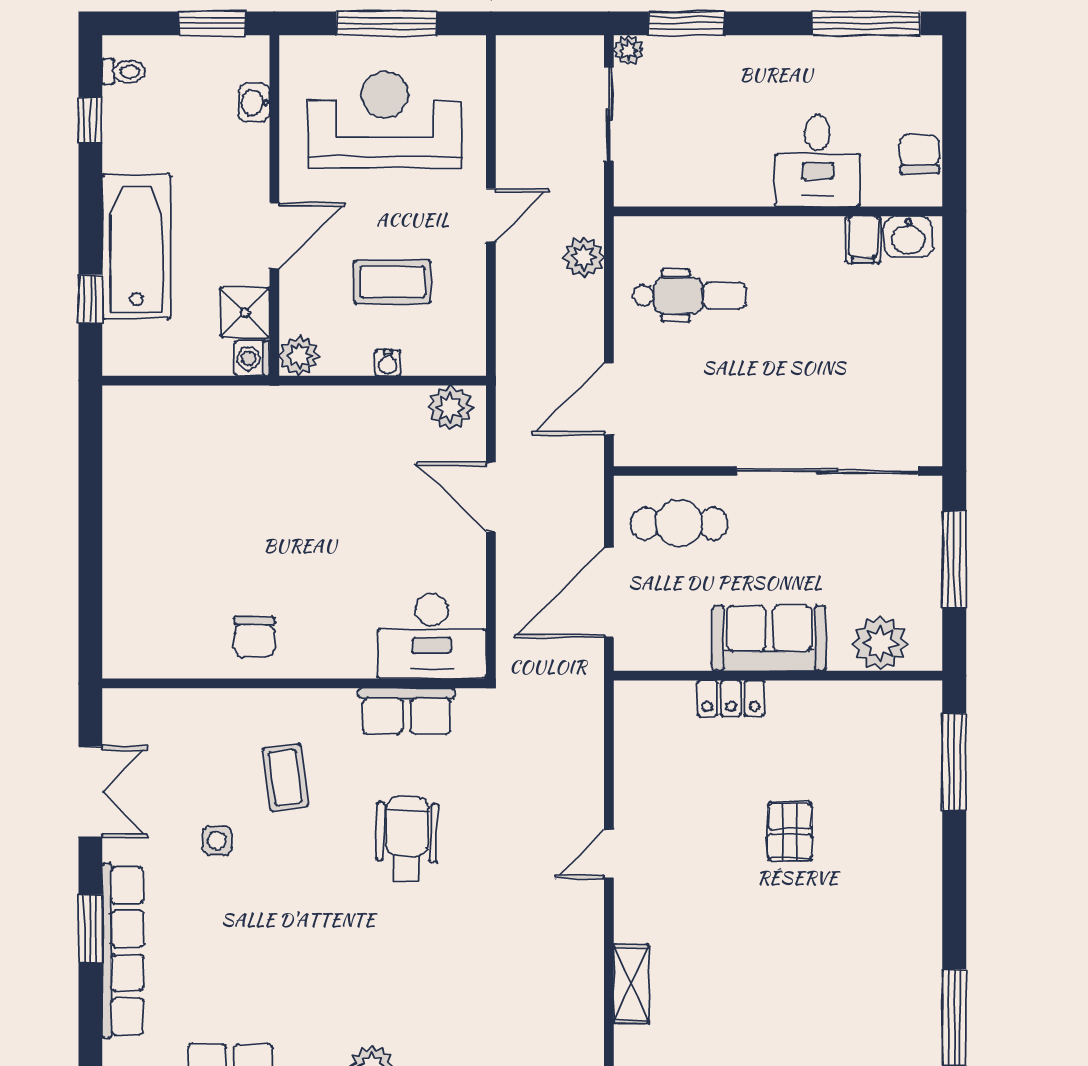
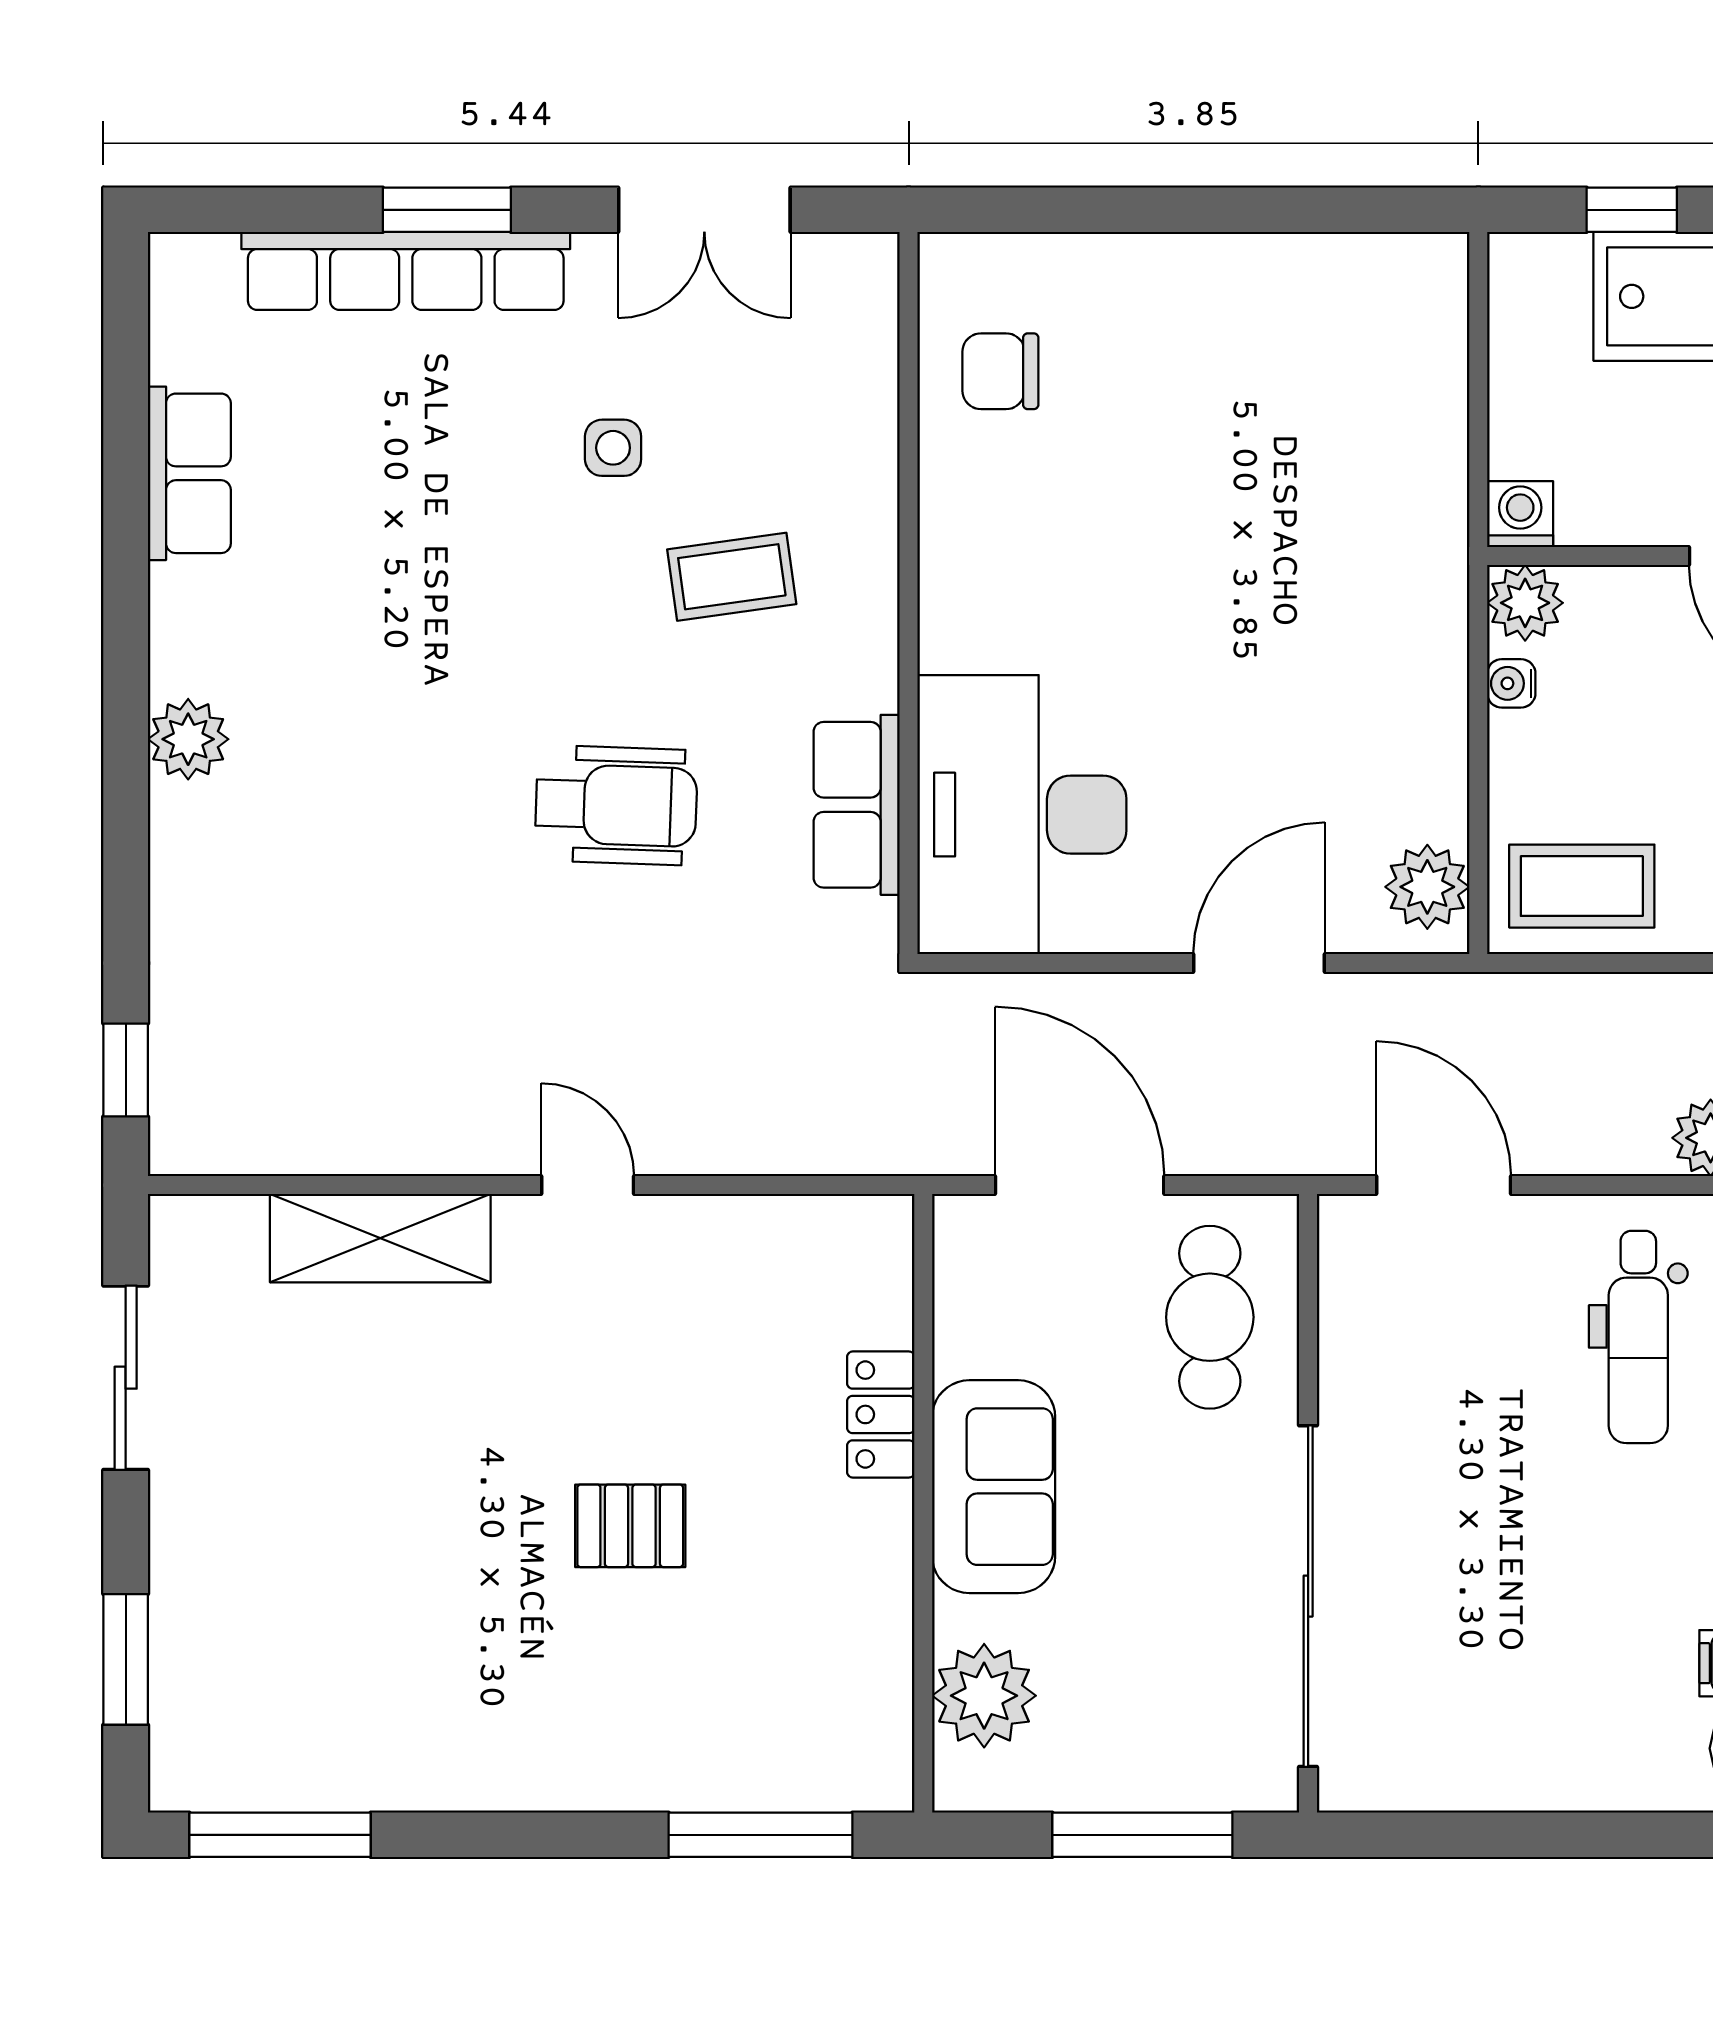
coffee table: (392, 282) -> (1582, 886), moved, turned 90
shower: (245, 313) -> (1606, 501), removed
water cooler: (388, 363) -> (1511, 683), moved
desk: (432, 636) -> (1022, 815), width x1.36, depth x1.30
chair: (254, 637) -> (1000, 371), moved
shelving: (631, 984) -> (380, 1238), width x1.50, depth x1.33

